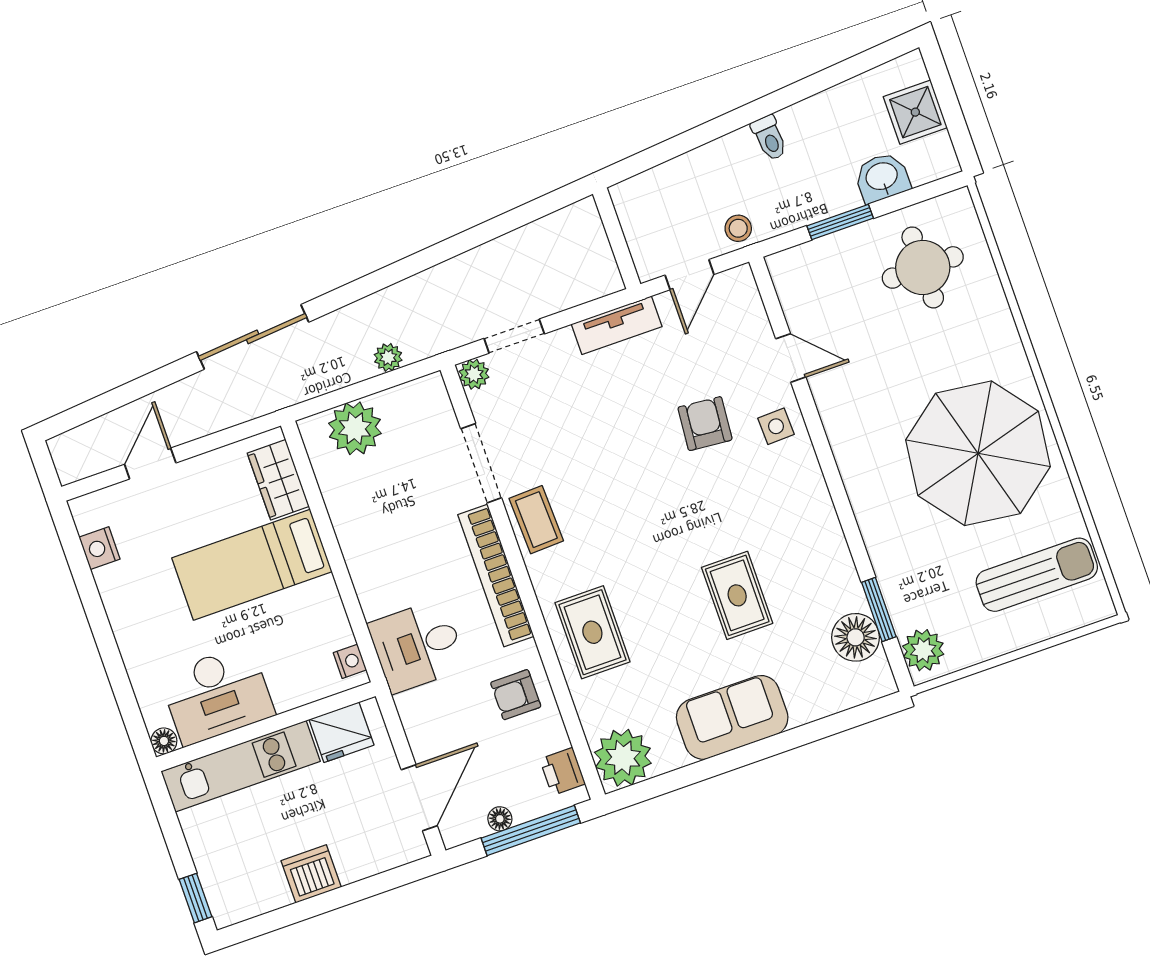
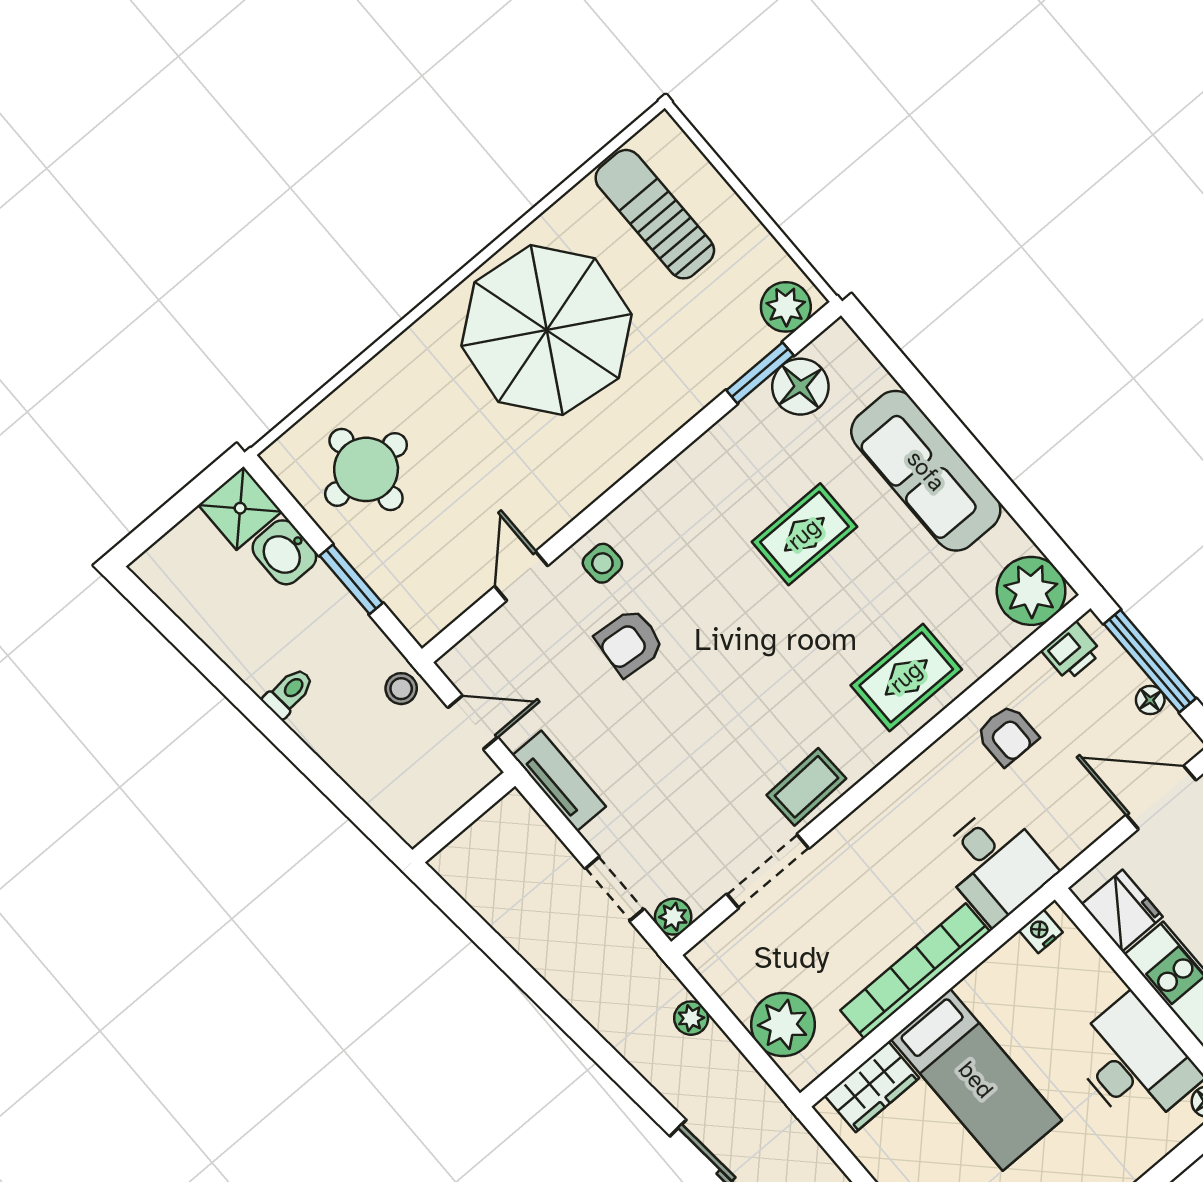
shower: (915, 112) -> (240, 508), moved
bookcase: (496, 576) -> (915, 971), moved, turned 180
sofa: (732, 717) -> (926, 471), width x1.36

